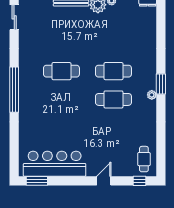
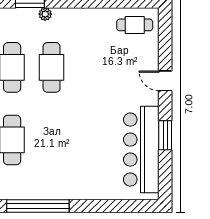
window: (37, 181) -> (165, 135), moved
window: (139, 181) -> (165, 31), removed

